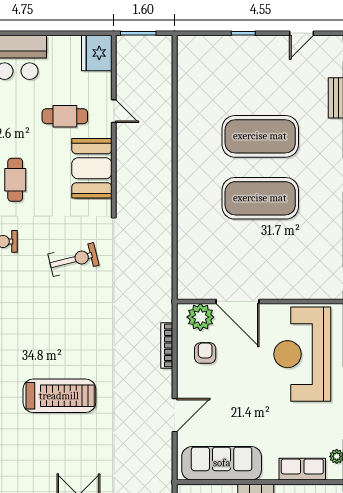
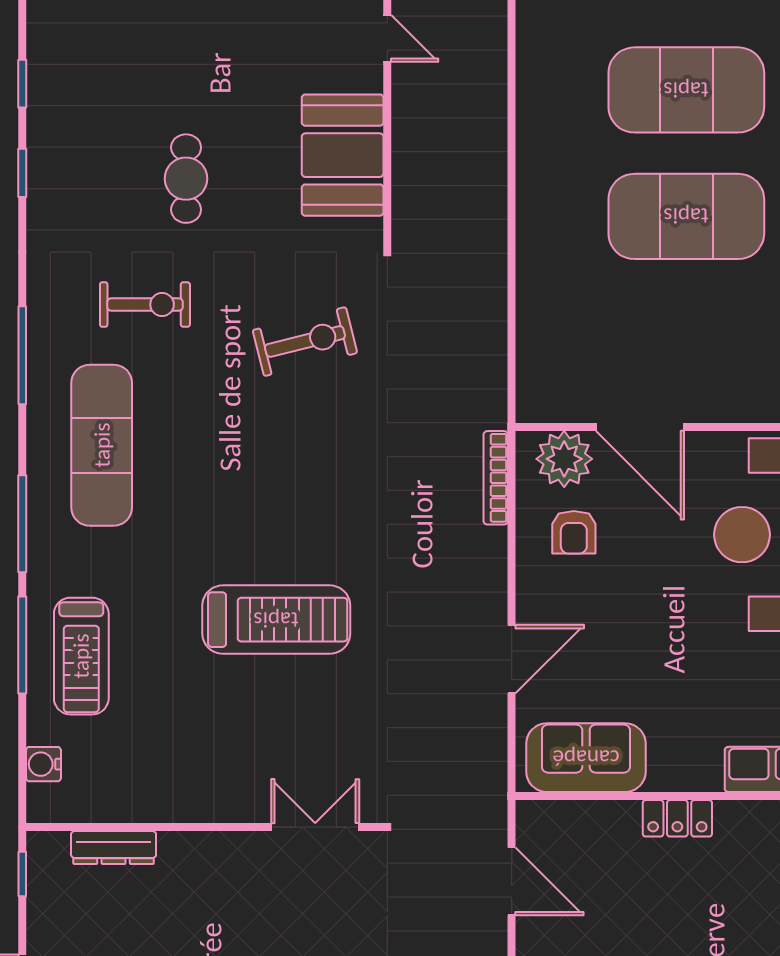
cafe table: (65, 116) -> (287, 49), removed
bookcase: (167, 345) -> (496, 478), moved
armchair: (205, 353) -> (574, 532), turned 180
sofa: (222, 463) -> (586, 758), width x0.73

